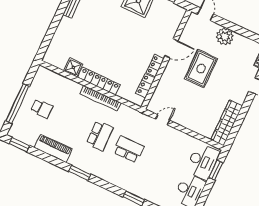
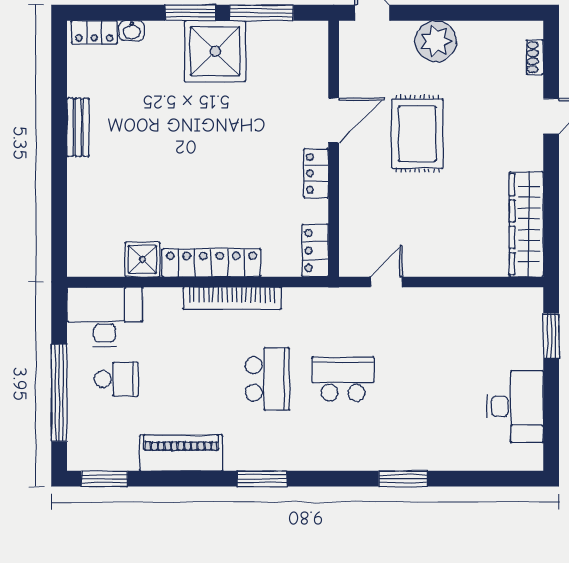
locker: (145, 86) -> (315, 251), moved
desk: (203, 161) -> (105, 317), moved, turned -90

